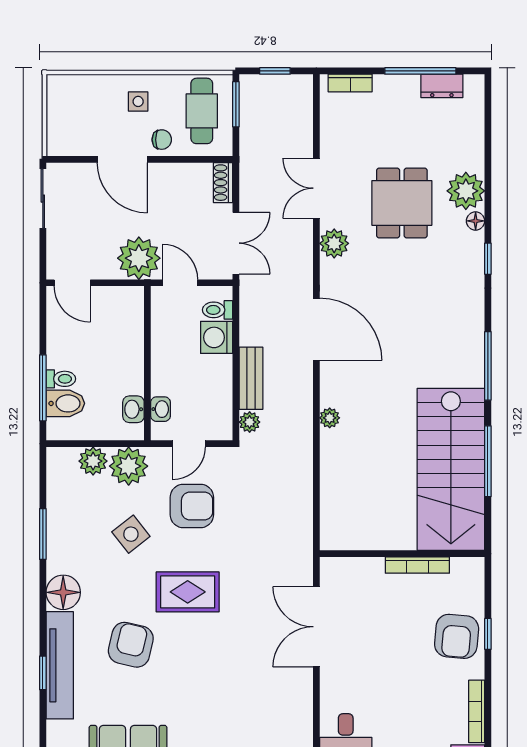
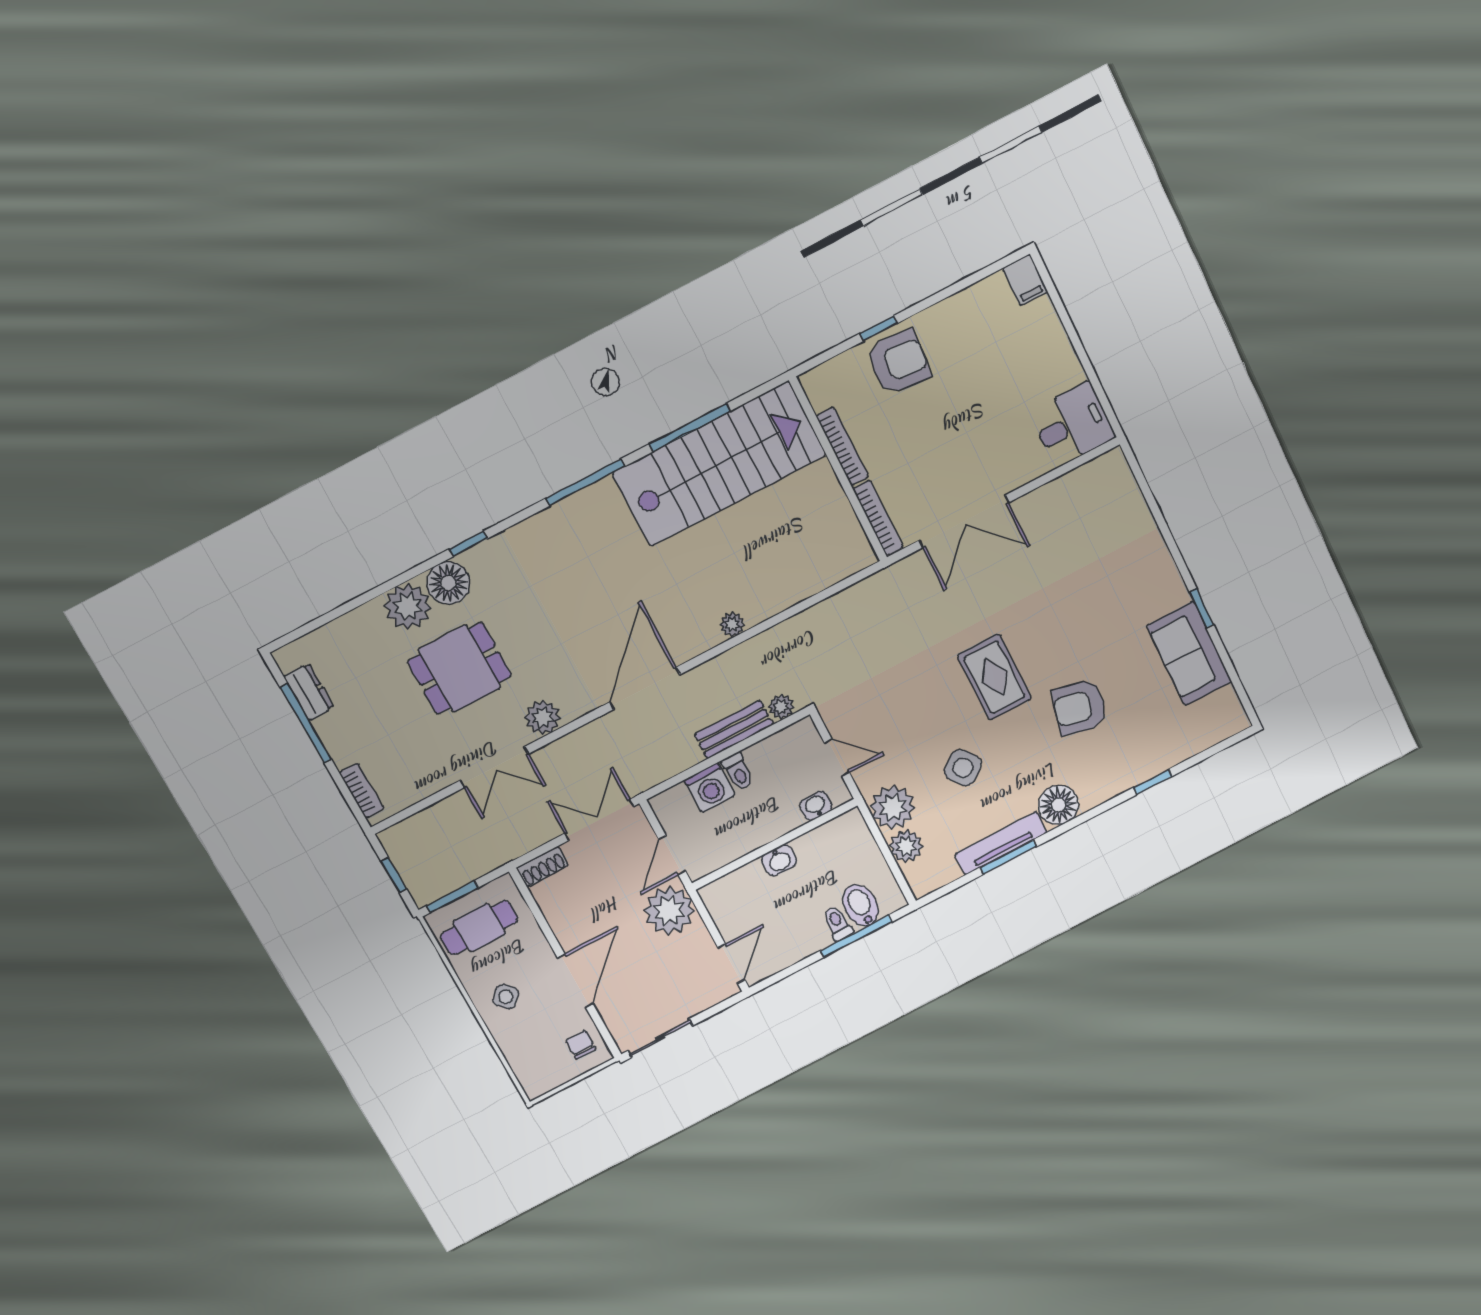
side table: (138, 101) -> (506, 997), turned 45
chair: (162, 140) -> (581, 1045), moved
floor lamp: (476, 221) -> (448, 583), width x1.89, depth x1.89
toilet: (218, 310) -> (738, 772), moved
washbasin: (133, 409) -> (779, 860), moved
armchair: (192, 506) -> (901, 720), removed
tv unit: (60, 665) -> (1001, 843), moved, width x0.73, depth x0.78
bookcase: (477, 711) -> (878, 518), moved, turned -90

